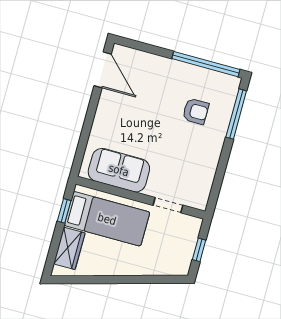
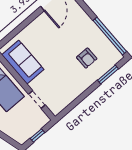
window: (236, 114) -> (108, 75), width x0.69

